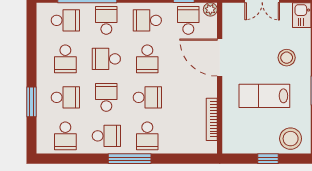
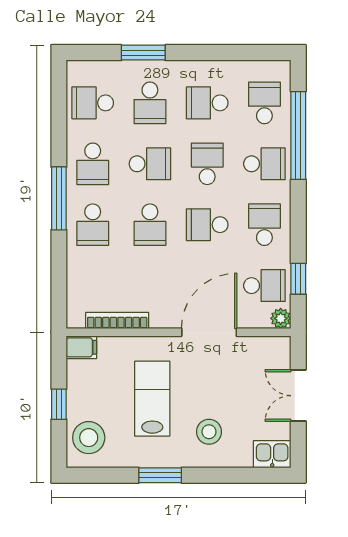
school desk: (65, 20) -> (264, 103), turned 180
school desk: (147, 136) -> (93, 225), turned -90
filing cabinet: (230, 144) -> (81, 347), added

